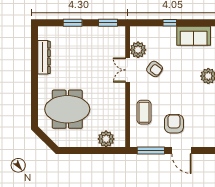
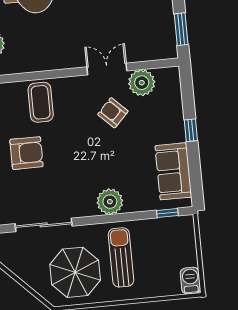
armchair: (155, 69) -> (113, 113), turned 98
coffee table: (144, 112) -> (41, 102), turned 90

